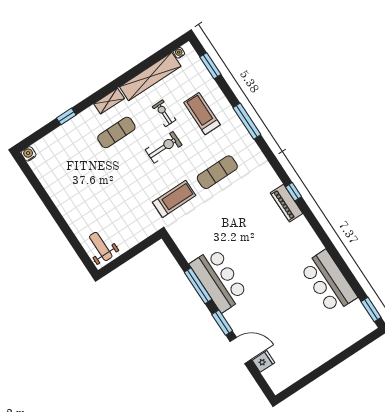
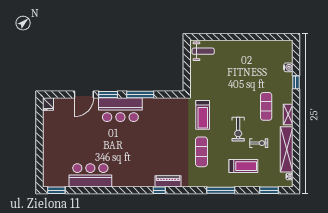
water cooler: (29, 154) -> (288, 67), moved
piano: (286, 203) -> (168, 181), moved
bar counter: (219, 280) -> (120, 110), moved
fridge: (263, 361) -> (48, 104), moved

